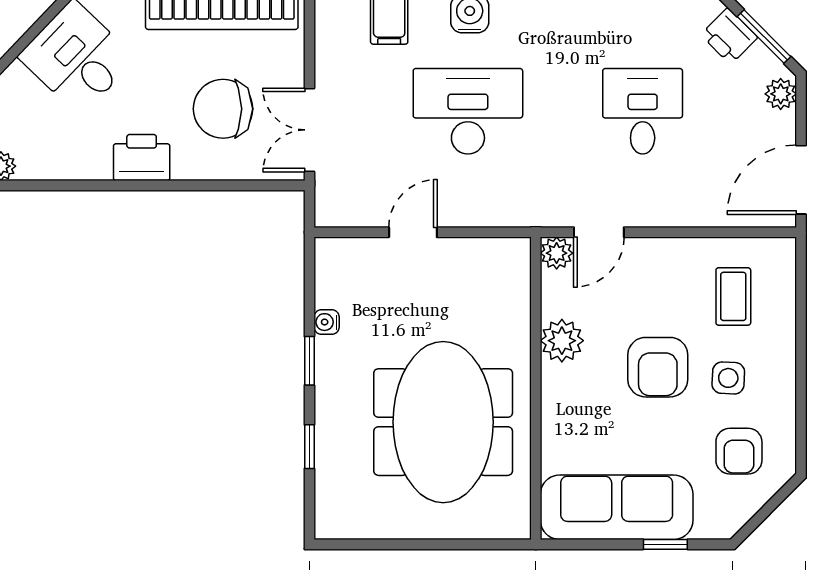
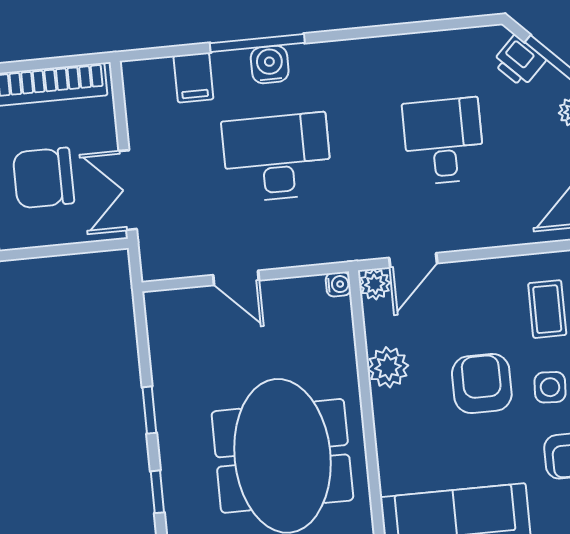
door: (413, 232) -> (236, 278), swing flipped
water cooler: (327, 322) -> (338, 284), moved, turned 180
armchair: (658, 367) -> (482, 384), turned 180

